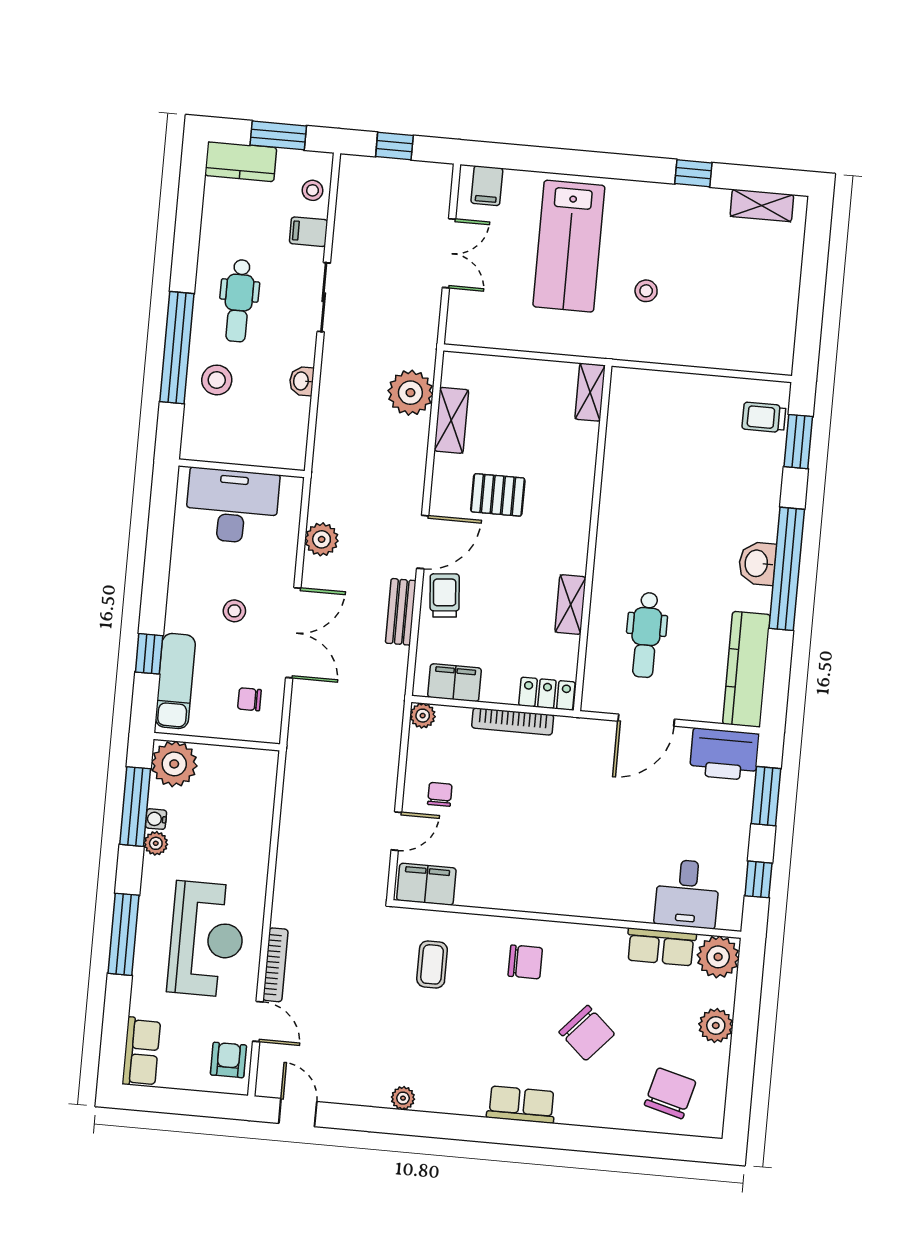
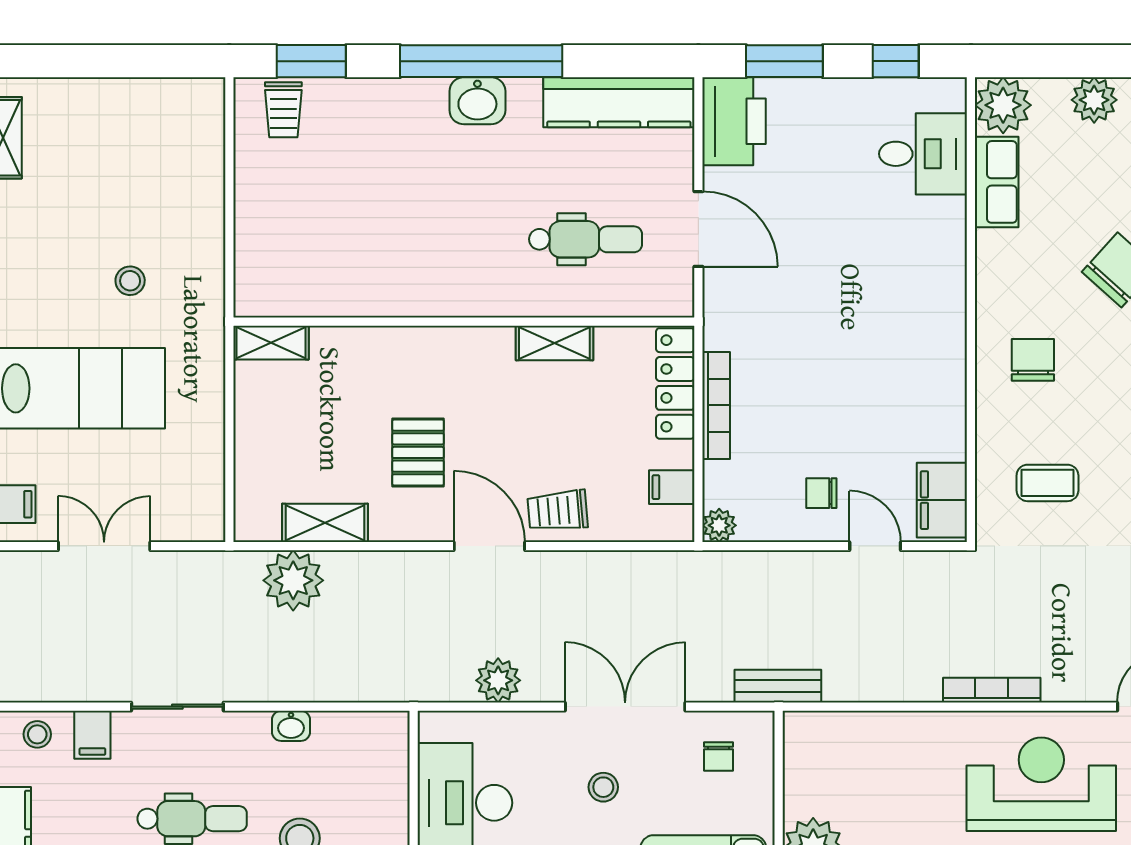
bench: (401, 612) -> (778, 686), moved
filing cabinet: (455, 683) -> (672, 487), width x0.50
locker: (547, 694) -> (675, 383), width x1.53
bookcase: (275, 965) -> (992, 690), moved

